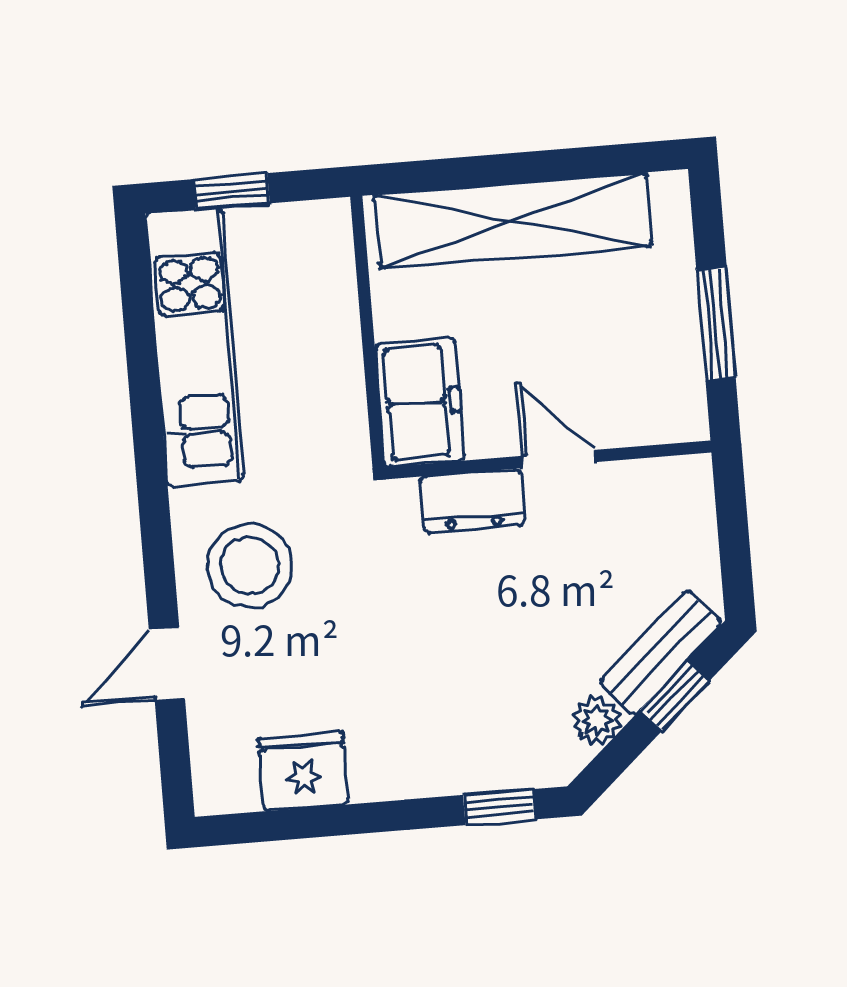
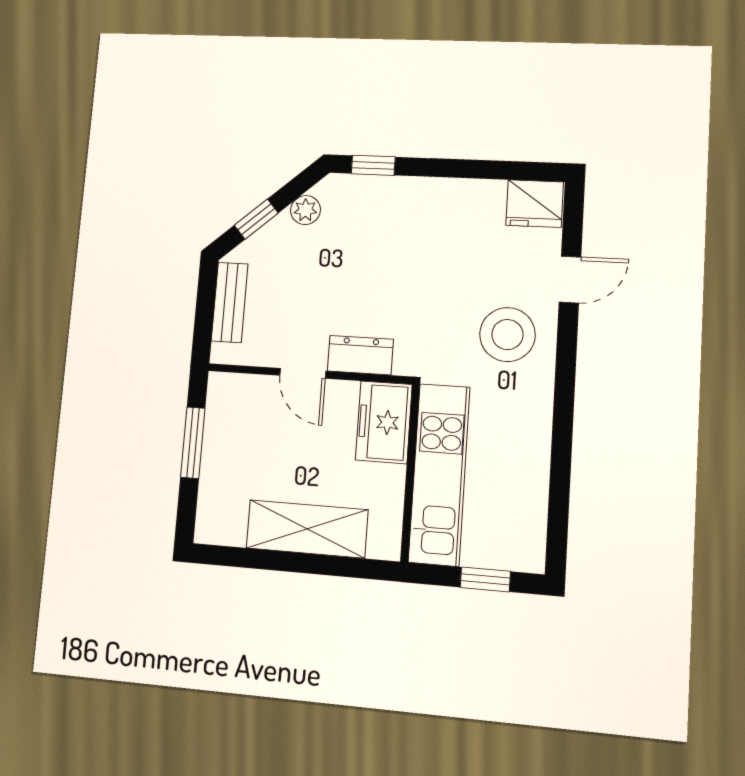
shelving: (513, 221) -> (307, 529), width x0.68
kitchen unit: (195, 347) -> (439, 474), moved, turned 180
bench: (661, 652) -> (230, 302), moved, turned -48
fridge: (303, 771) -> (535, 204), moved

